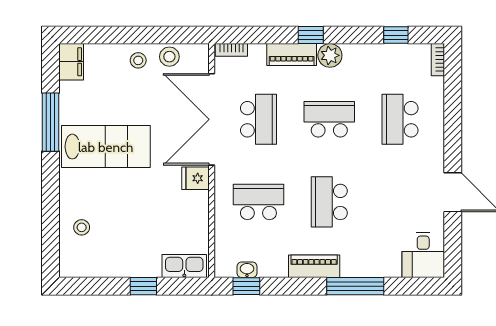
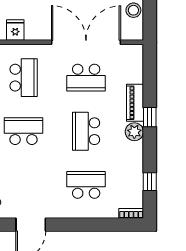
bookcase: (231, 50) -> (139, 57), removed
school desk: (329, 119) -> (86, 131), turned 180
fridge: (196, 178) -> (15, 30), moved

